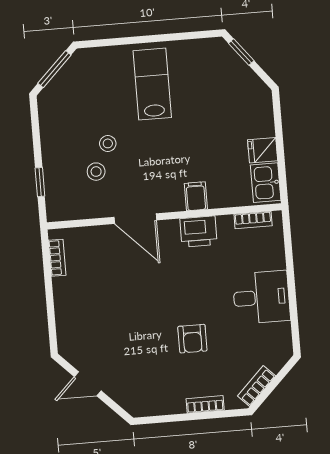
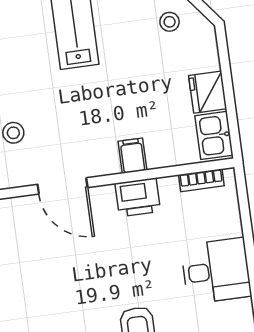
stool: (108, 143) -> (170, 22), moved
fridge: (263, 150) -> (208, 92), width x1.38

